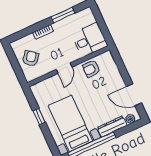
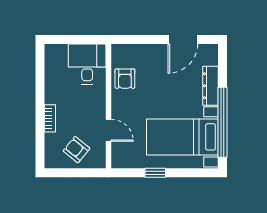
window: (63, 15) -> (40, 83), removed
door: (64, 68) -> (108, 130), moved
plant: (130, 119) -> (212, 58), removed

